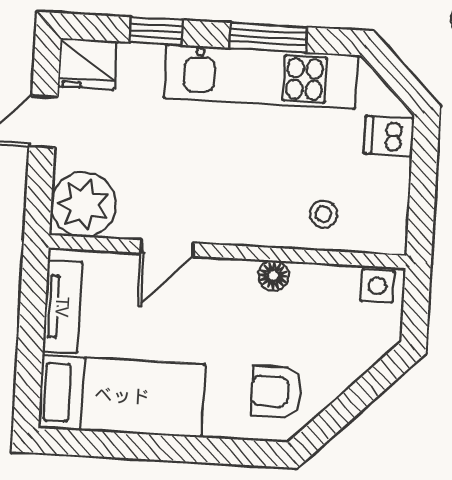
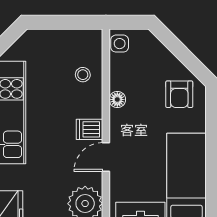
dishwasher: (389, 136) -> (89, 129), moved, turned 90
door: (168, 248) -> (106, 157), swing flipped

